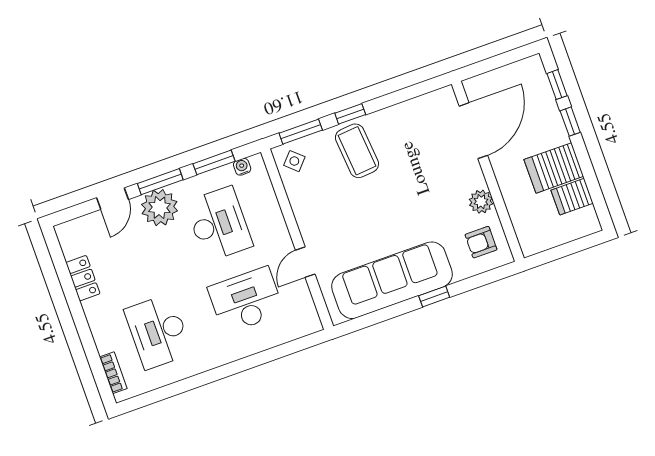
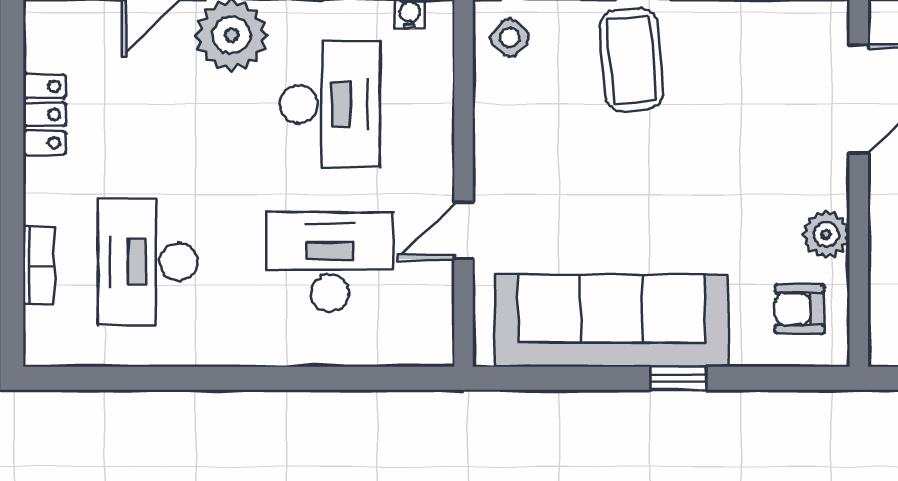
bookcase: (113, 373) -> (38, 265), moved

